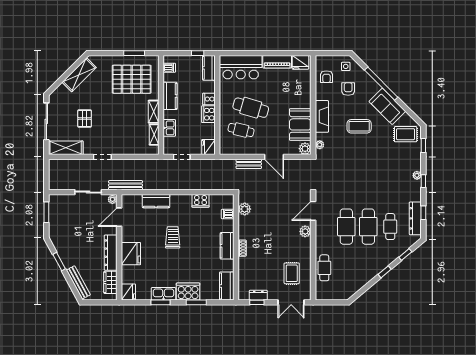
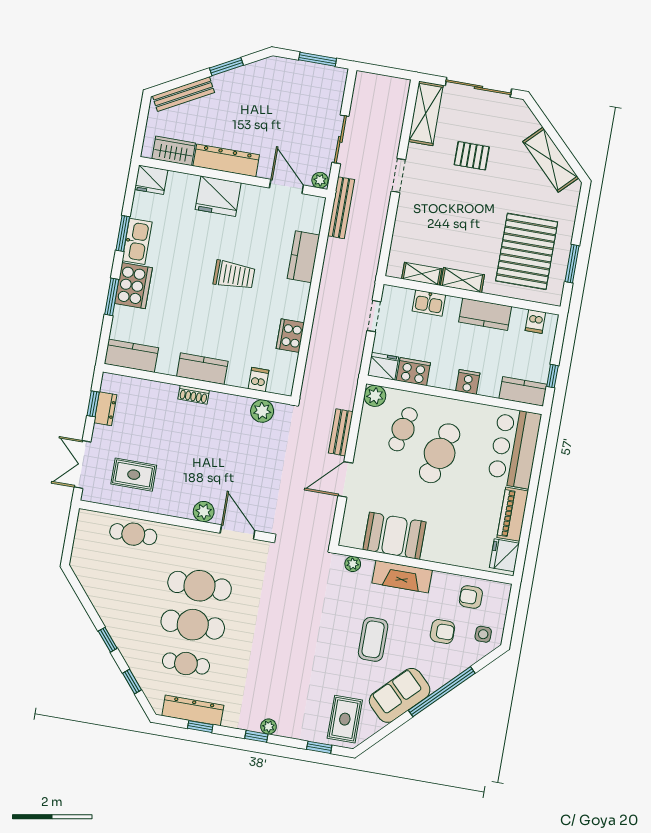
cooker: (208, 114) -> (413, 372), moved
plant: (305, 149) -> (375, 396), moved

